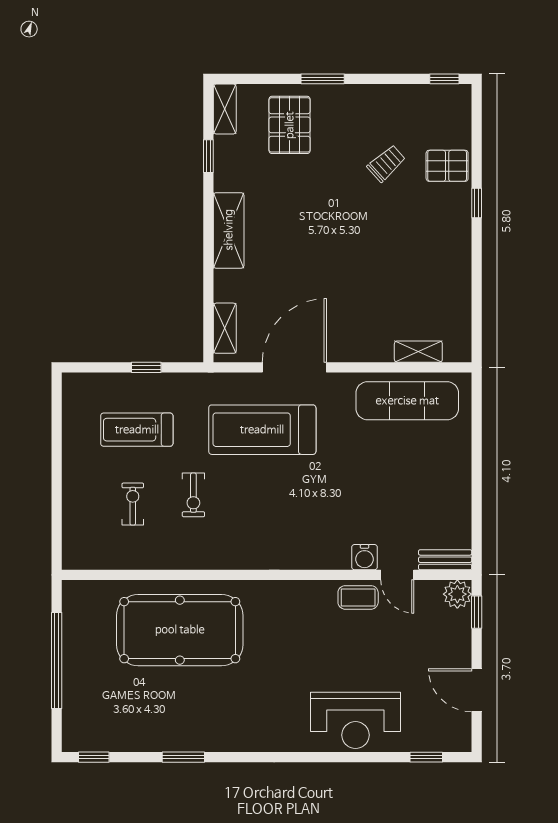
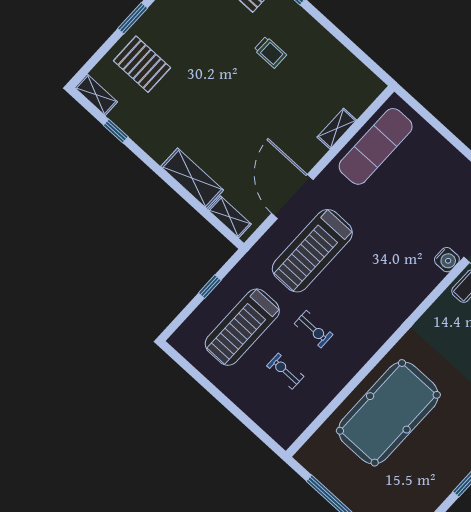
trolley: (386, 163) -> (270, 52), moved, turned 132
shelving: (229, 230) -> (192, 178), moved
shelving: (418, 352) -> (337, 129), moved
treadmill: (137, 430) -> (242, 327), width x1.37, depth x1.38

